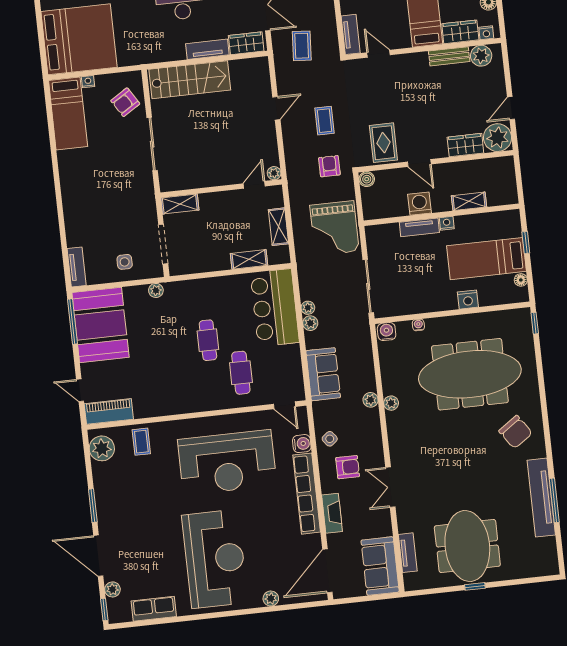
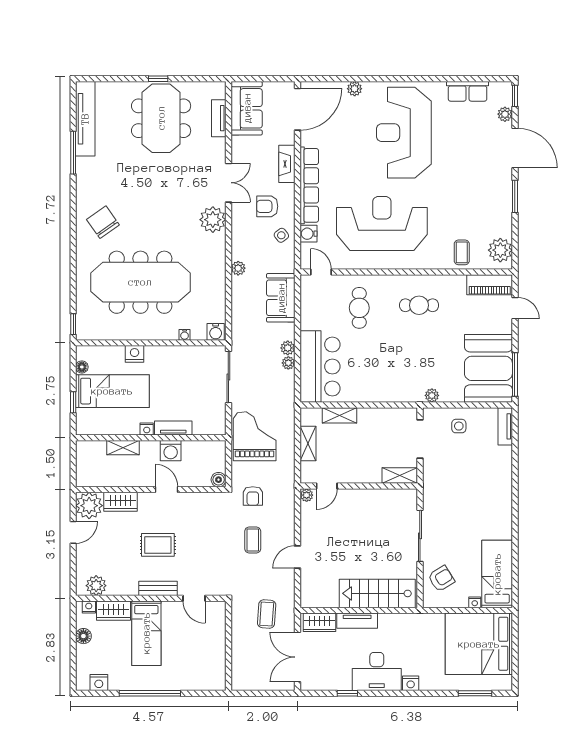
tv unit: (351, 34) -> (219, 620), removed
bench: (449, 56) -> (158, 588), moved
rug: (383, 143) -> (158, 545), moved, turned 90
cafe table: (208, 340) -> (419, 305), moved, turned 90
plant: (391, 403) -> (213, 220), moved, width x1.88, depth x1.88
tv unit: (541, 498) -> (85, 119), moved

